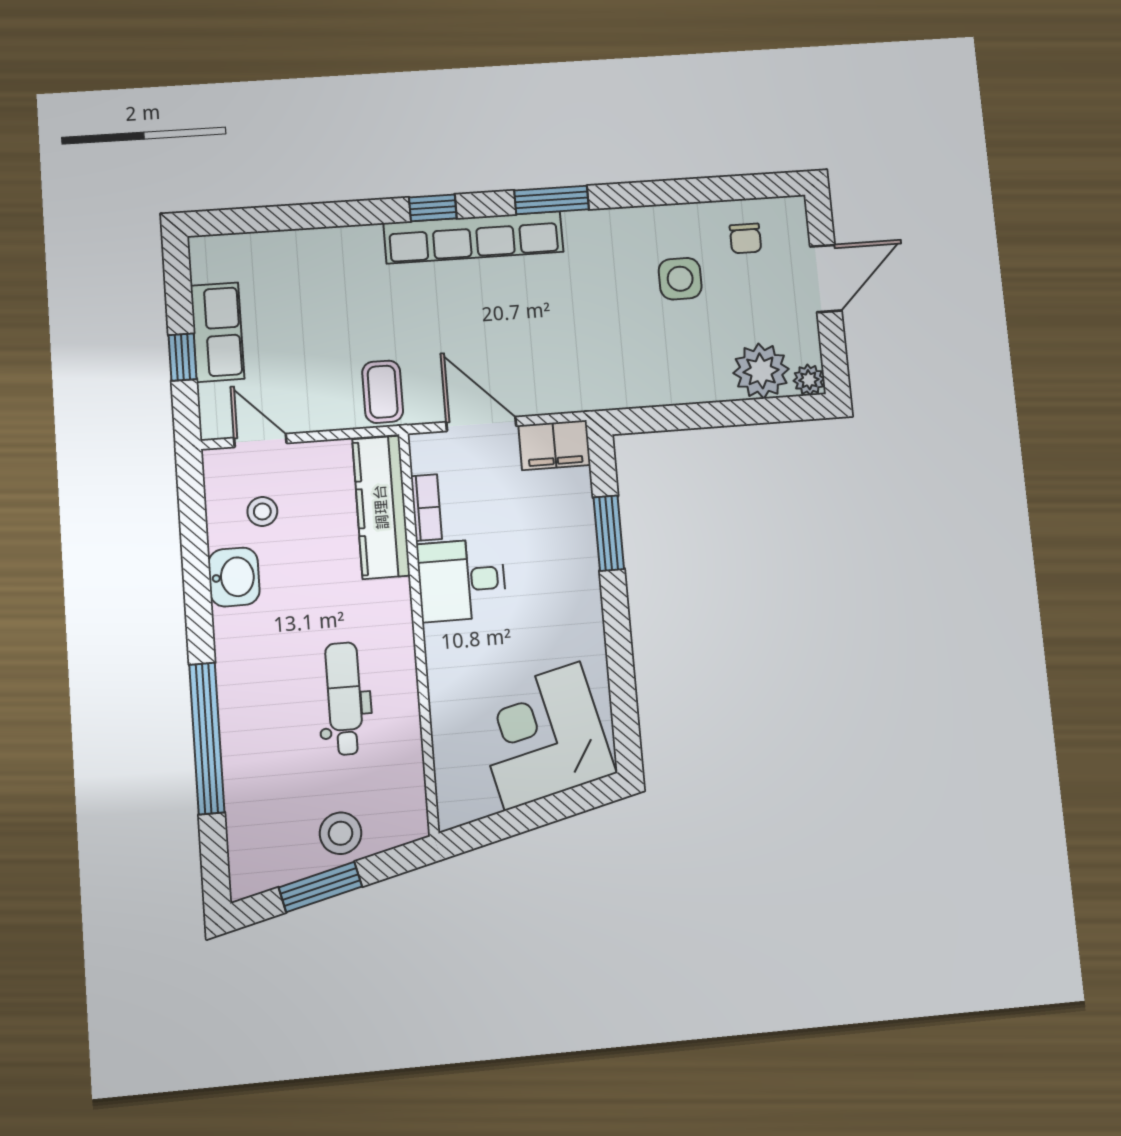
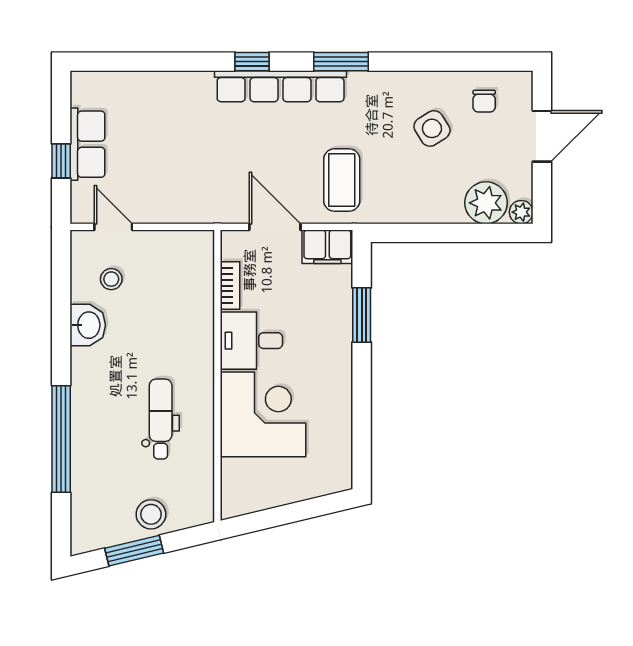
side table: (680, 279) -> (432, 128), turned -32
coffee table: (383, 392) -> (342, 180), moved, width x1.36, depth x1.30
kitchen counter: (381, 507) -> (197, 283), removed
corner desk: (542, 736) -> (263, 414), moved, turned 103

